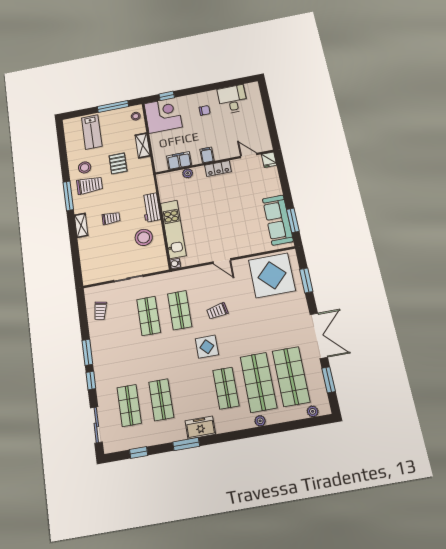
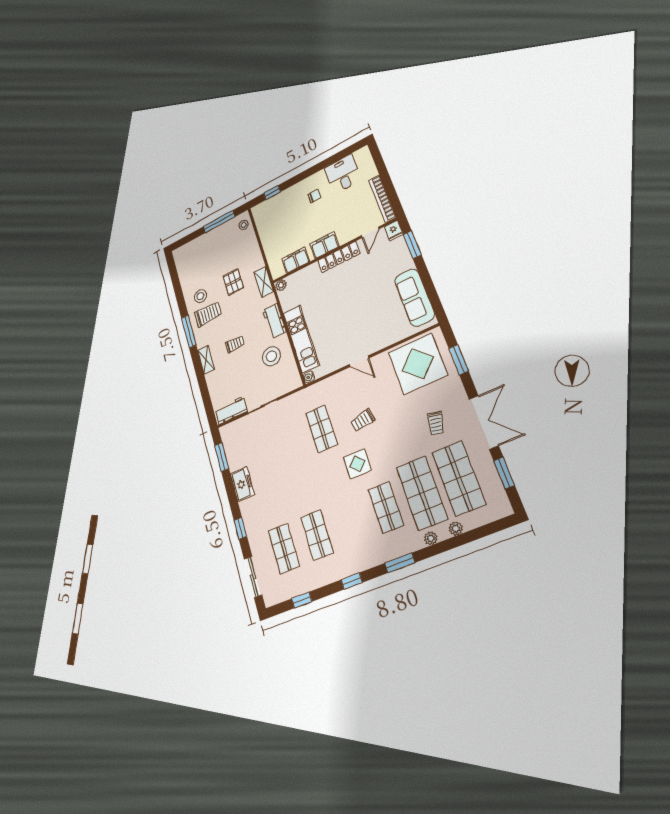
corner desk: (163, 115) -> (272, 215), removed
bookcase: (264, 130) -> (382, 199), added
lab bench: (92, 132) -> (202, 256), removed
shelving: (143, 145) -> (264, 282), moved
filing cabinet: (207, 155) -> (325, 245), width x2.00
door: (249, 155) -> (370, 232), swing flipped
locker: (218, 169) -> (339, 257), width x1.53
plant: (188, 173) -> (281, 285), moved
window: (293, 220) -> (412, 245), moved
workbench: (98, 275) -> (231, 410), added
trolley: (100, 311) -> (436, 423), moved
shop shelf: (149, 316) -> (289, 443), removed
window: (87, 352) -> (222, 457), moved
plant: (313, 411) -> (456, 529), moved
freezer: (200, 428) -> (242, 484), moved, turned 90
window: (231, 436) -> (400, 563), added
window: (186, 444) -> (352, 581), width x0.67

